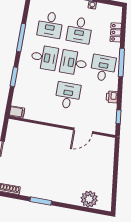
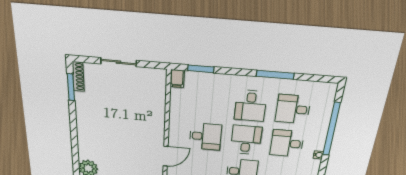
window: (14, 77) -> (201, 69), moved
door: (83, 131) -> (166, 156), swing flipped
window: (41, 201) -> (71, 87), moved

